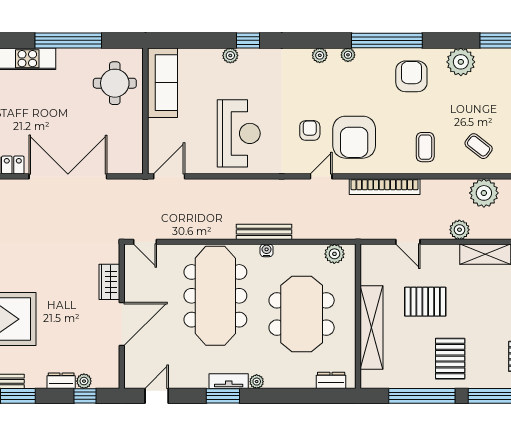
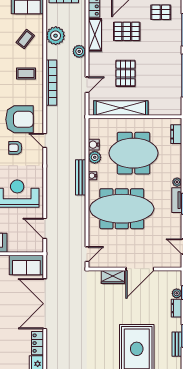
sofa: (128, 148) -> (26, 265), added
door: (169, 176) -> (45, 228), moved
bookcase: (385, 187) -> (51, 83), moved
water cooler: (315, 252) -> (94, 145), added
plant: (334, 254) -> (95, 157), moved
door: (122, 324) -> (140, 269), swing flipped
shelving: (372, 327) -> (121, 108), moved
pallet: (450, 359) -> (127, 31), moved

